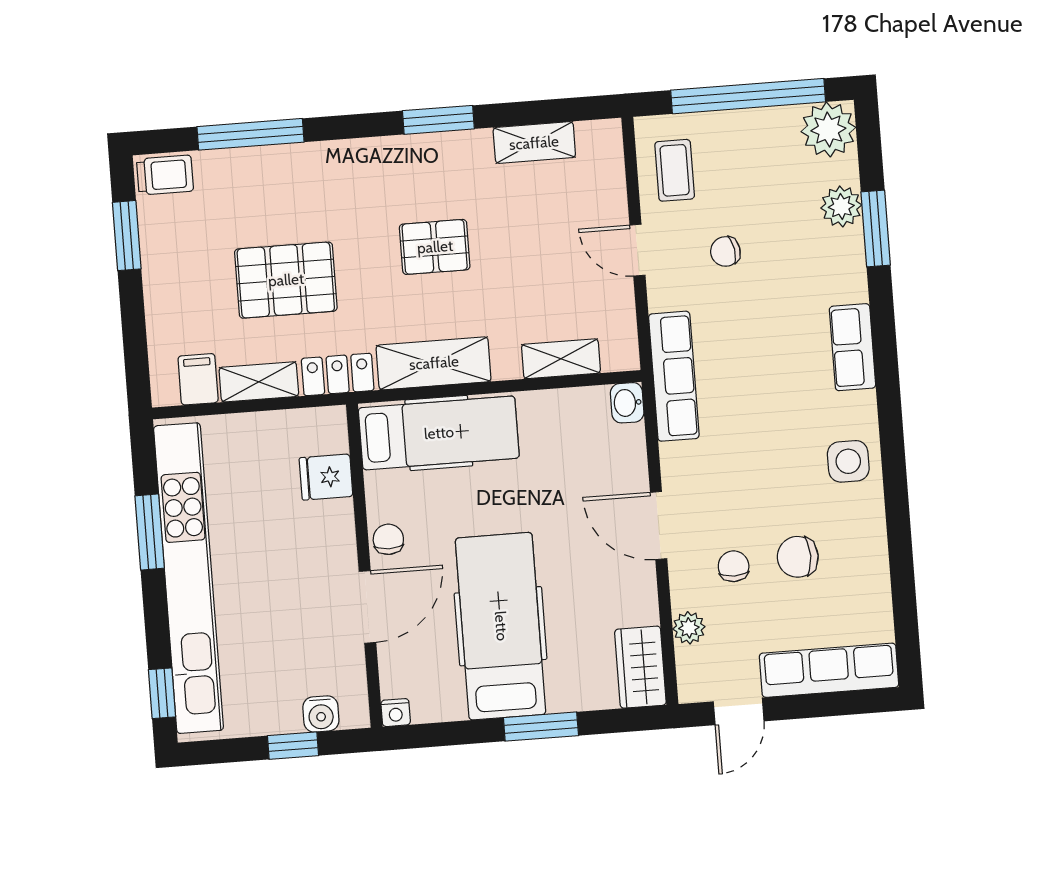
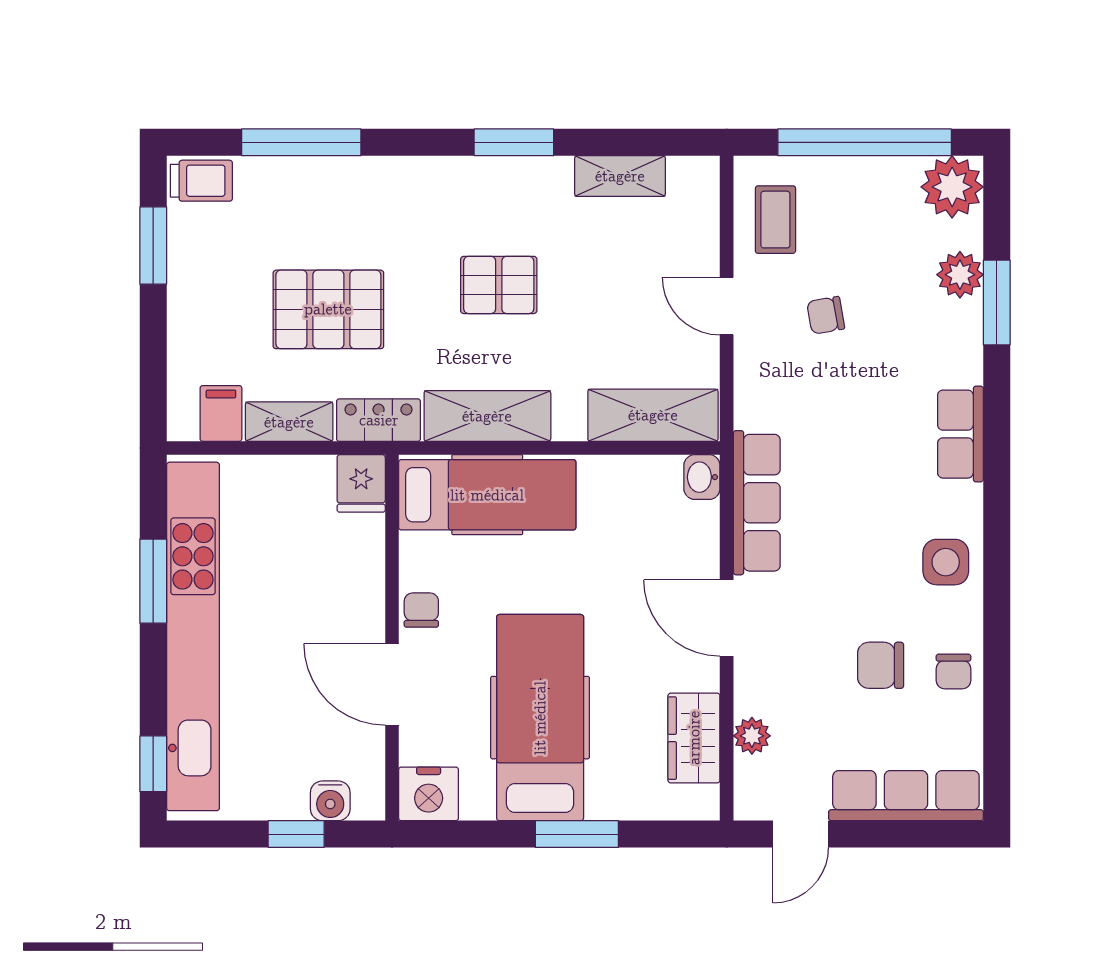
shelving: (561, 359) -> (653, 415), width x1.50, depth x1.33
row of seats: (674, 376) -> (757, 503), moved
fridge: (326, 477) -> (361, 483), moved, turned -90
chair: (734, 566) -> (953, 672), moved, turned 180
door: (367, 607) -> (392, 684), swing flipped
wardrobe: (640, 667) -> (694, 738), moved
nightstand: (396, 713) -> (429, 794), width x1.89, depth x1.79

